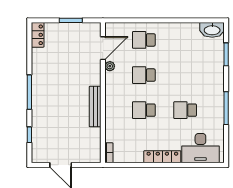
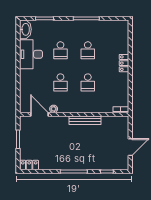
school desk: (144, 40) -> (60, 50), moved
desk: (200, 148) -> (31, 54), moved, turned 180
locker: (162, 157) -> (124, 63), width x0.66

